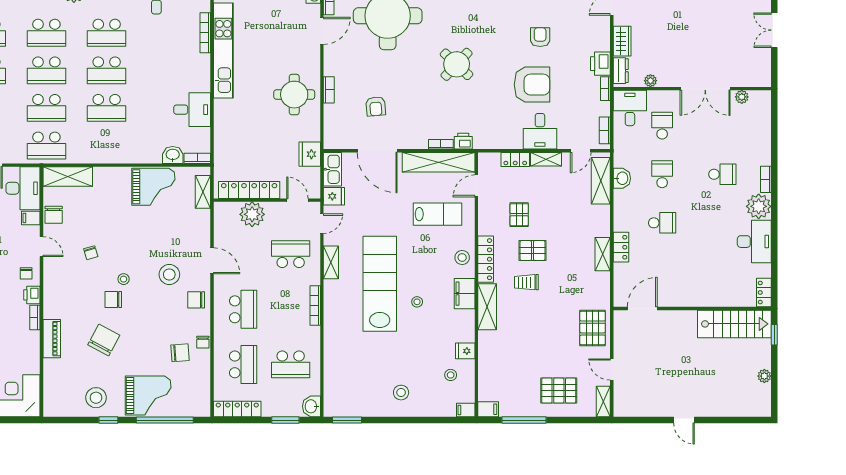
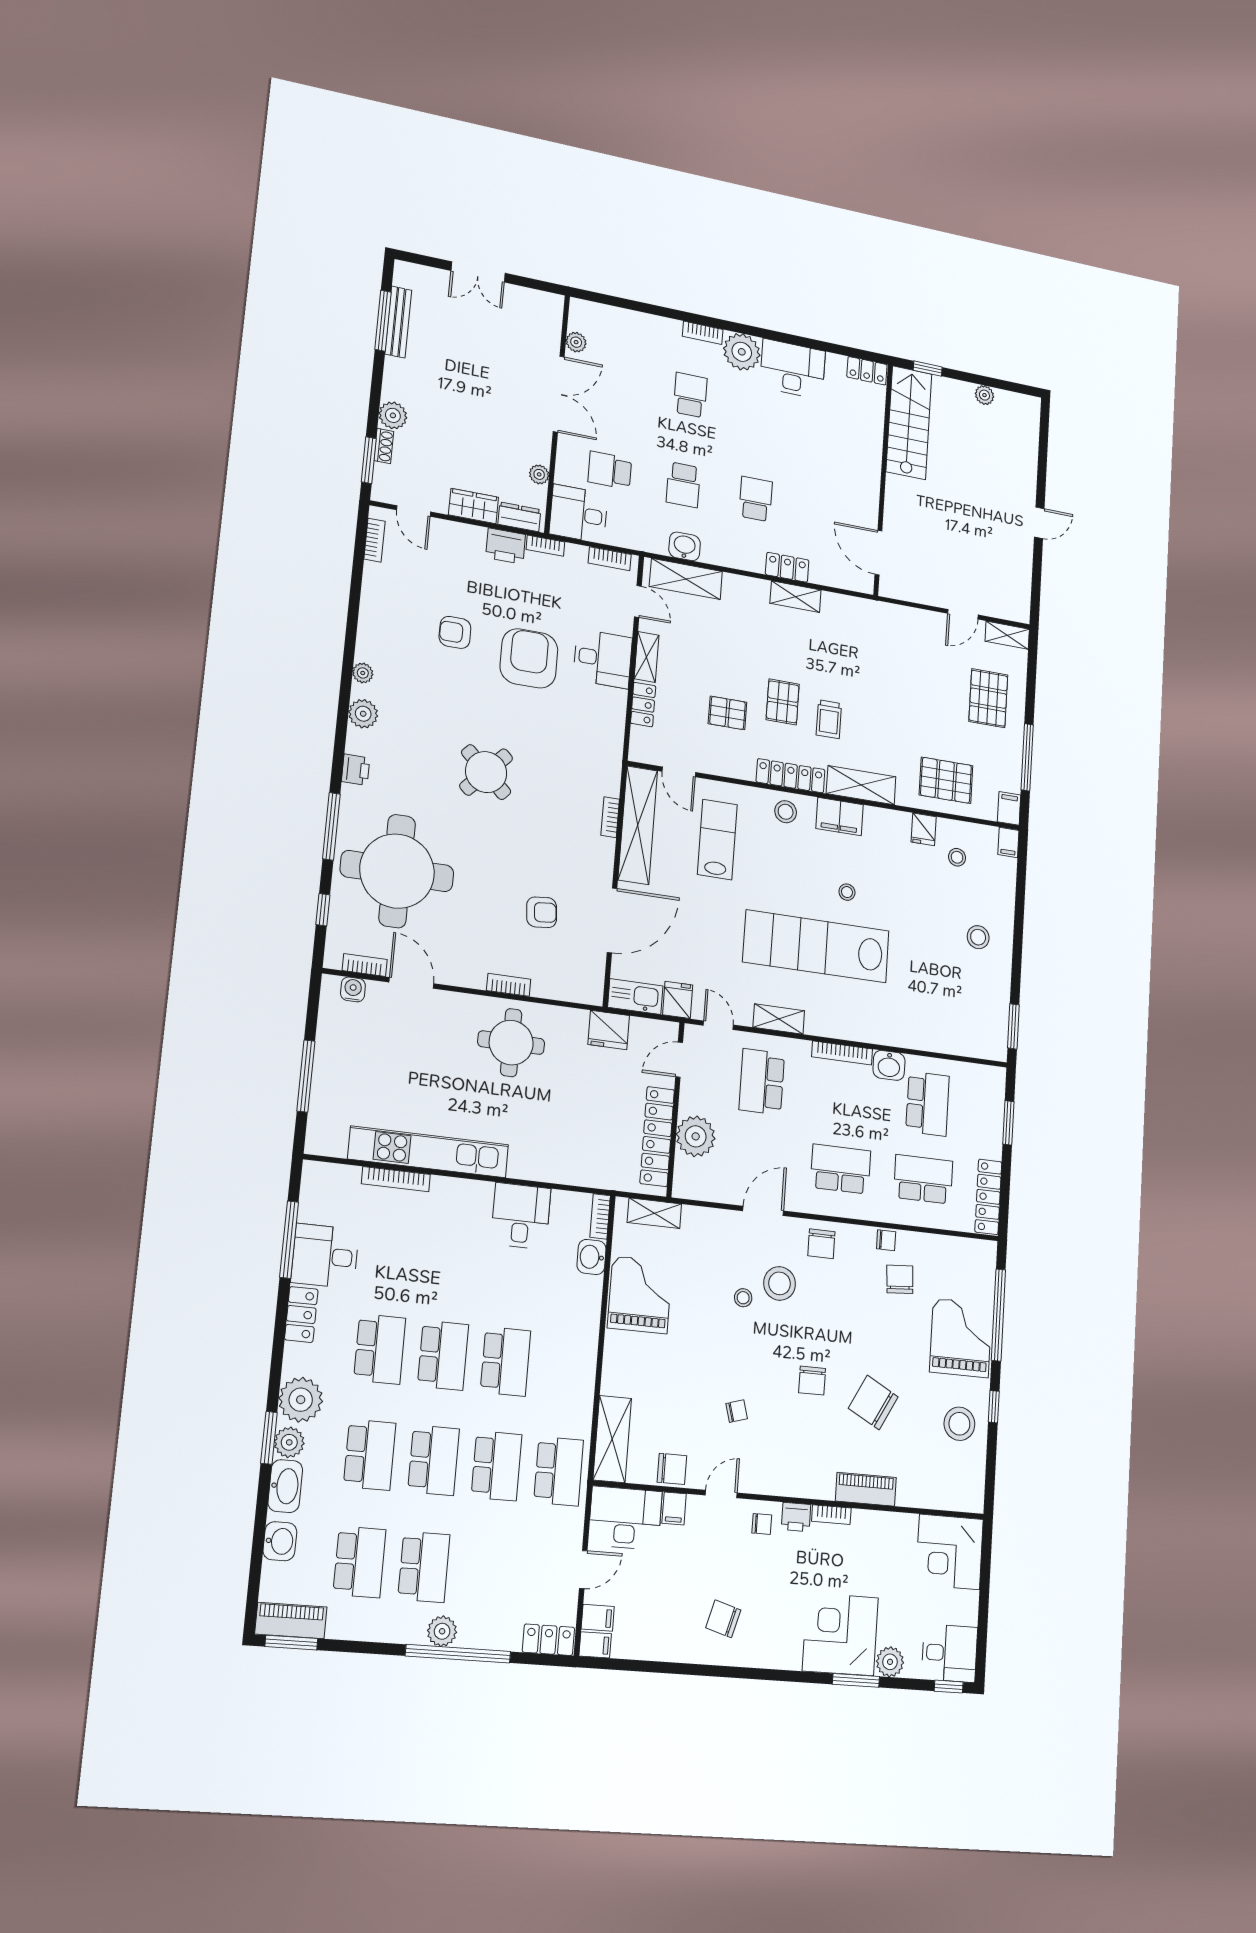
printer: (463, 141) -> (608, 781), removed
school desk: (662, 174) -> (683, 485), turned -90
stool: (124, 279) -> (743, 1298), moved
pallet: (593, 328) -> (946, 780), moved
washbasin: (311, 406) -> (889, 1065), moved

